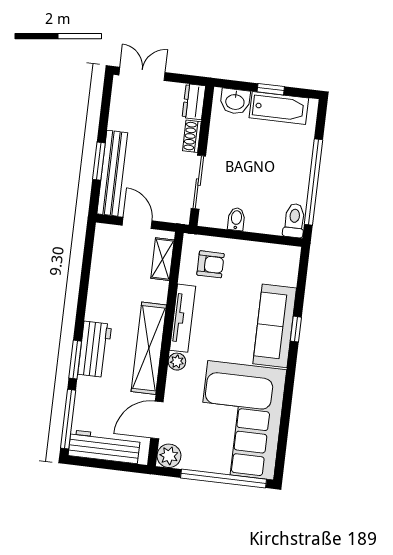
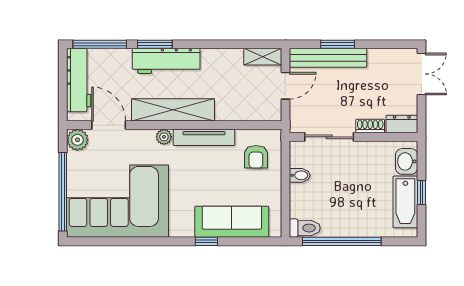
shelving: (162, 259) -> (263, 57), moved
sofa: (275, 326) -> (232, 222), moved
workbench: (95, 349) -> (166, 61), width x1.38

